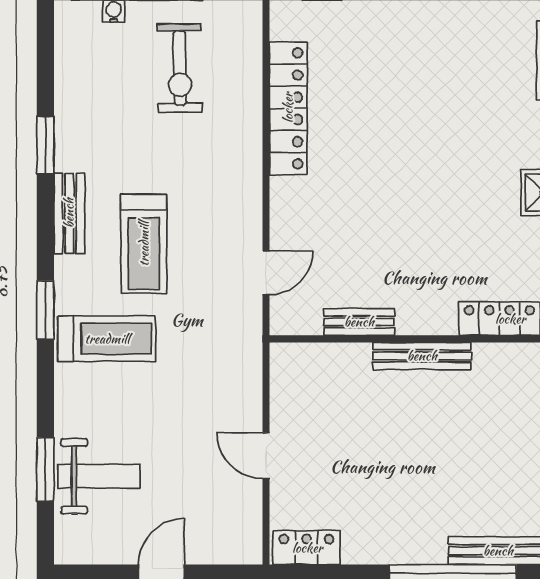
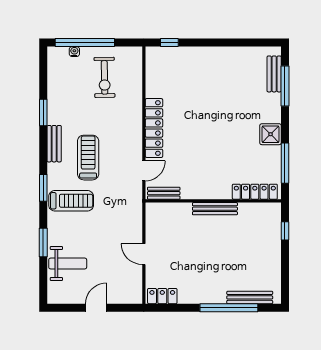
locker: (288, 108) -> (154, 128), moved
treadmill: (144, 244) -> (88, 158), turned 180
bench: (359, 322) -> (164, 193), moved
window: (45, 469) -> (43, 243), moved

